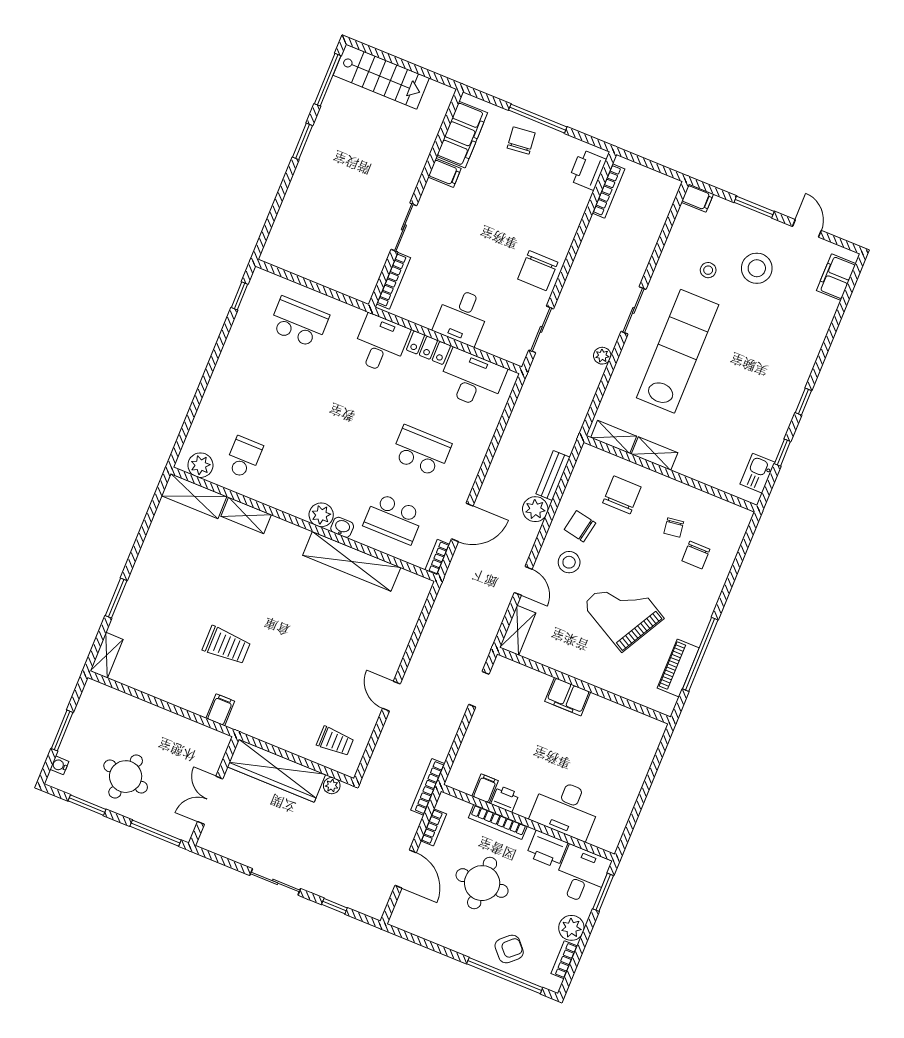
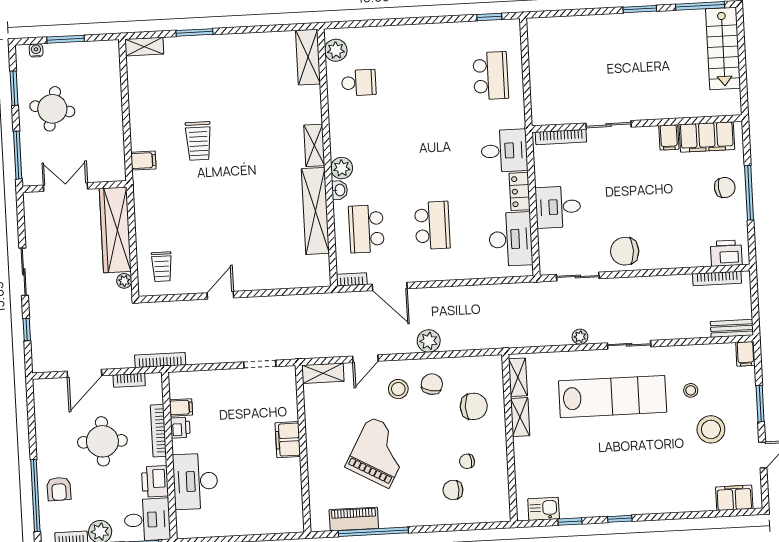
bench: (553, 476) -> (732, 328), moved
shelving: (246, 515) -> (314, 145), moved
armchair: (509, 949) -> (59, 489), turned 41

